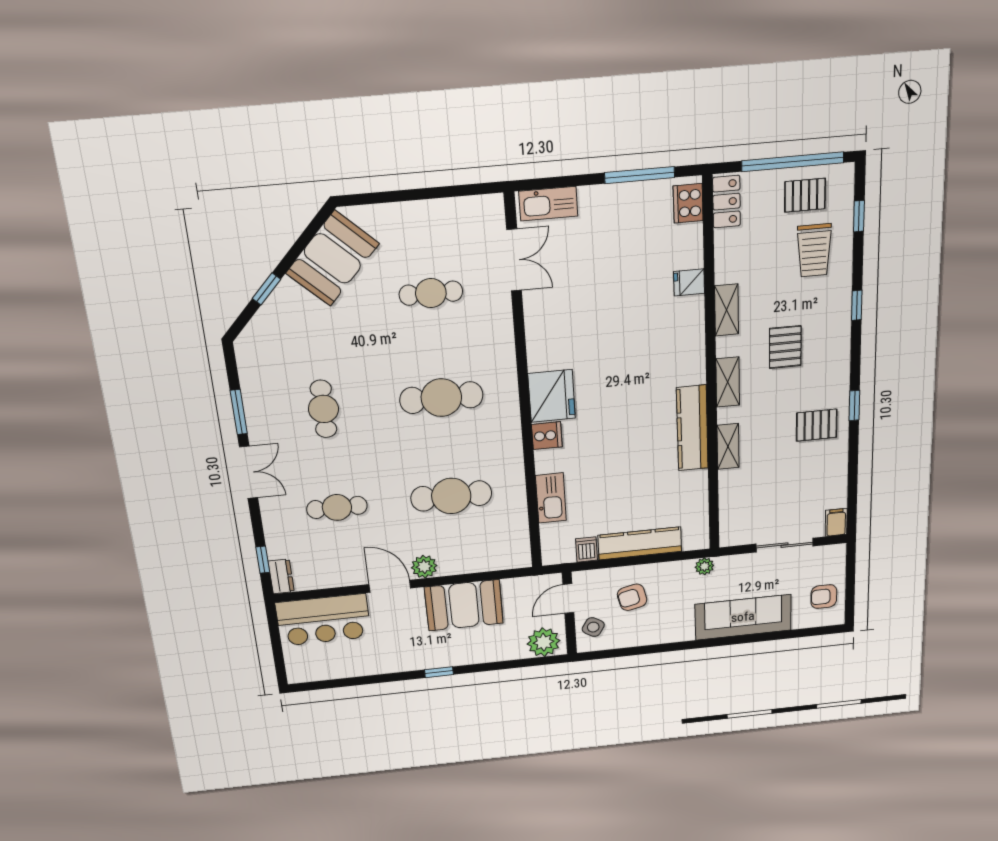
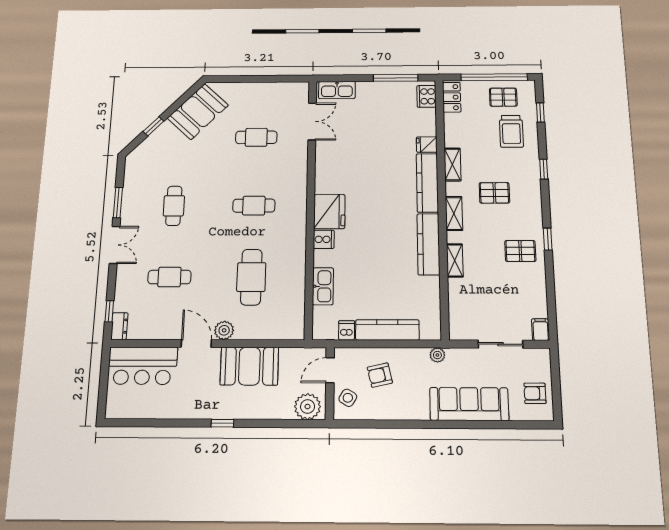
kitchen counter: (690, 341) -> (427, 183), added
pallet: (785, 347) -> (494, 193), turned 90
cafe table: (441, 398) -> (254, 206), width x0.73, depth x0.74
cafe table: (451, 496) -> (251, 277), turned 90

